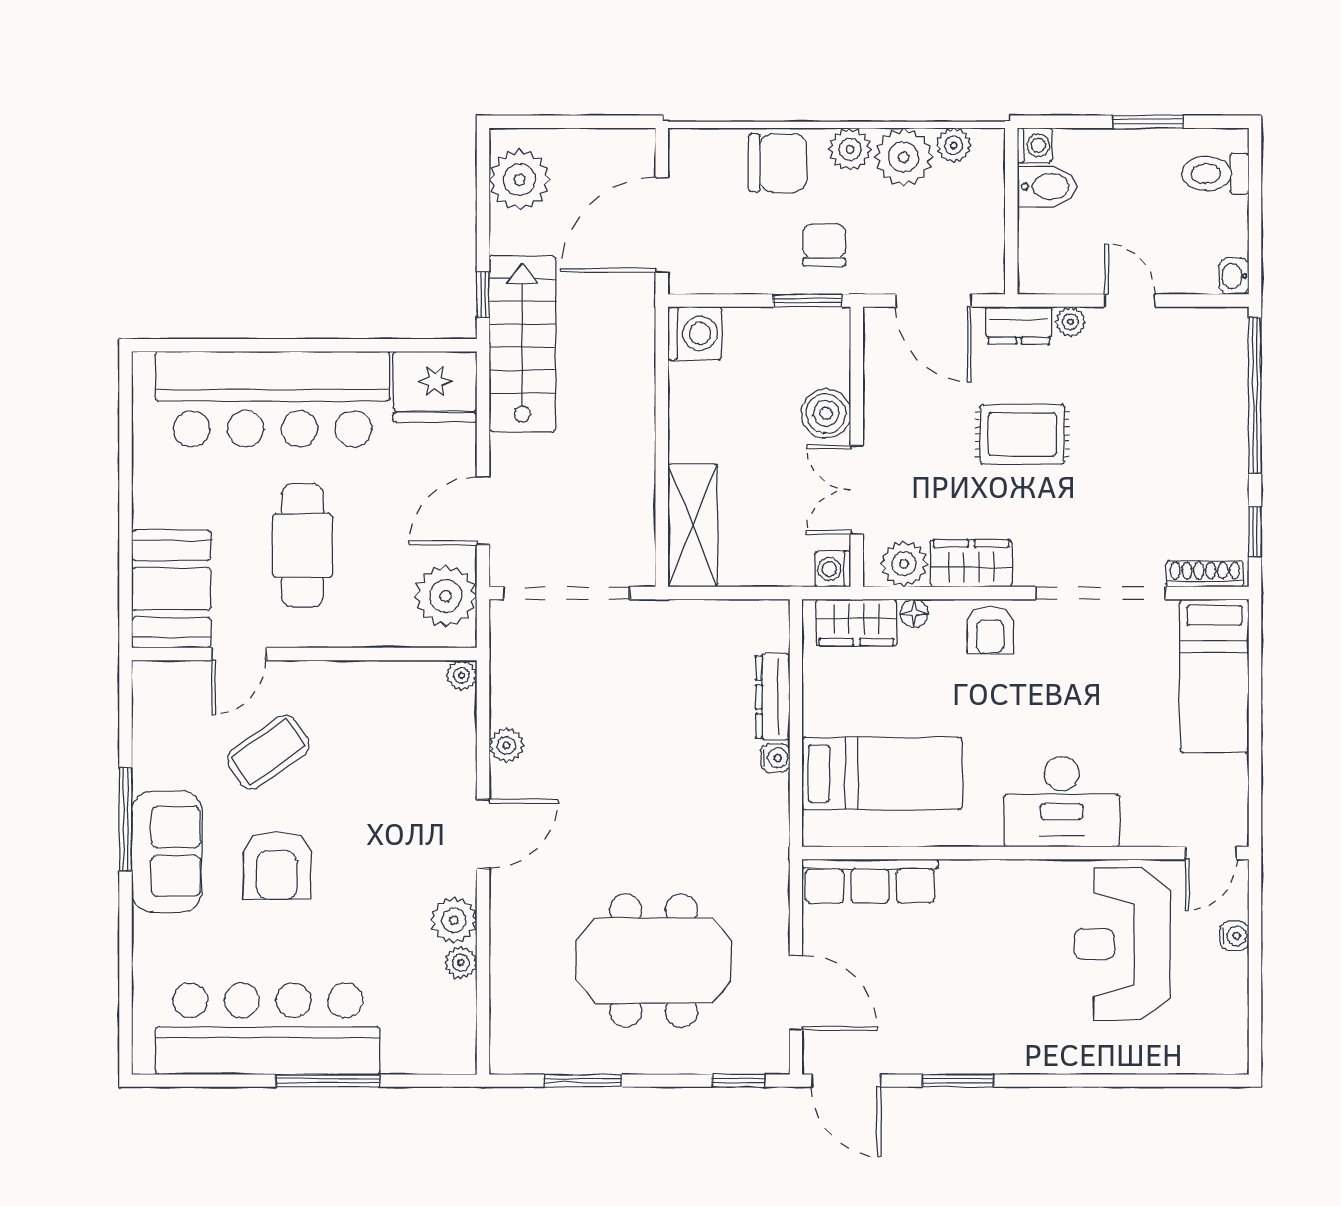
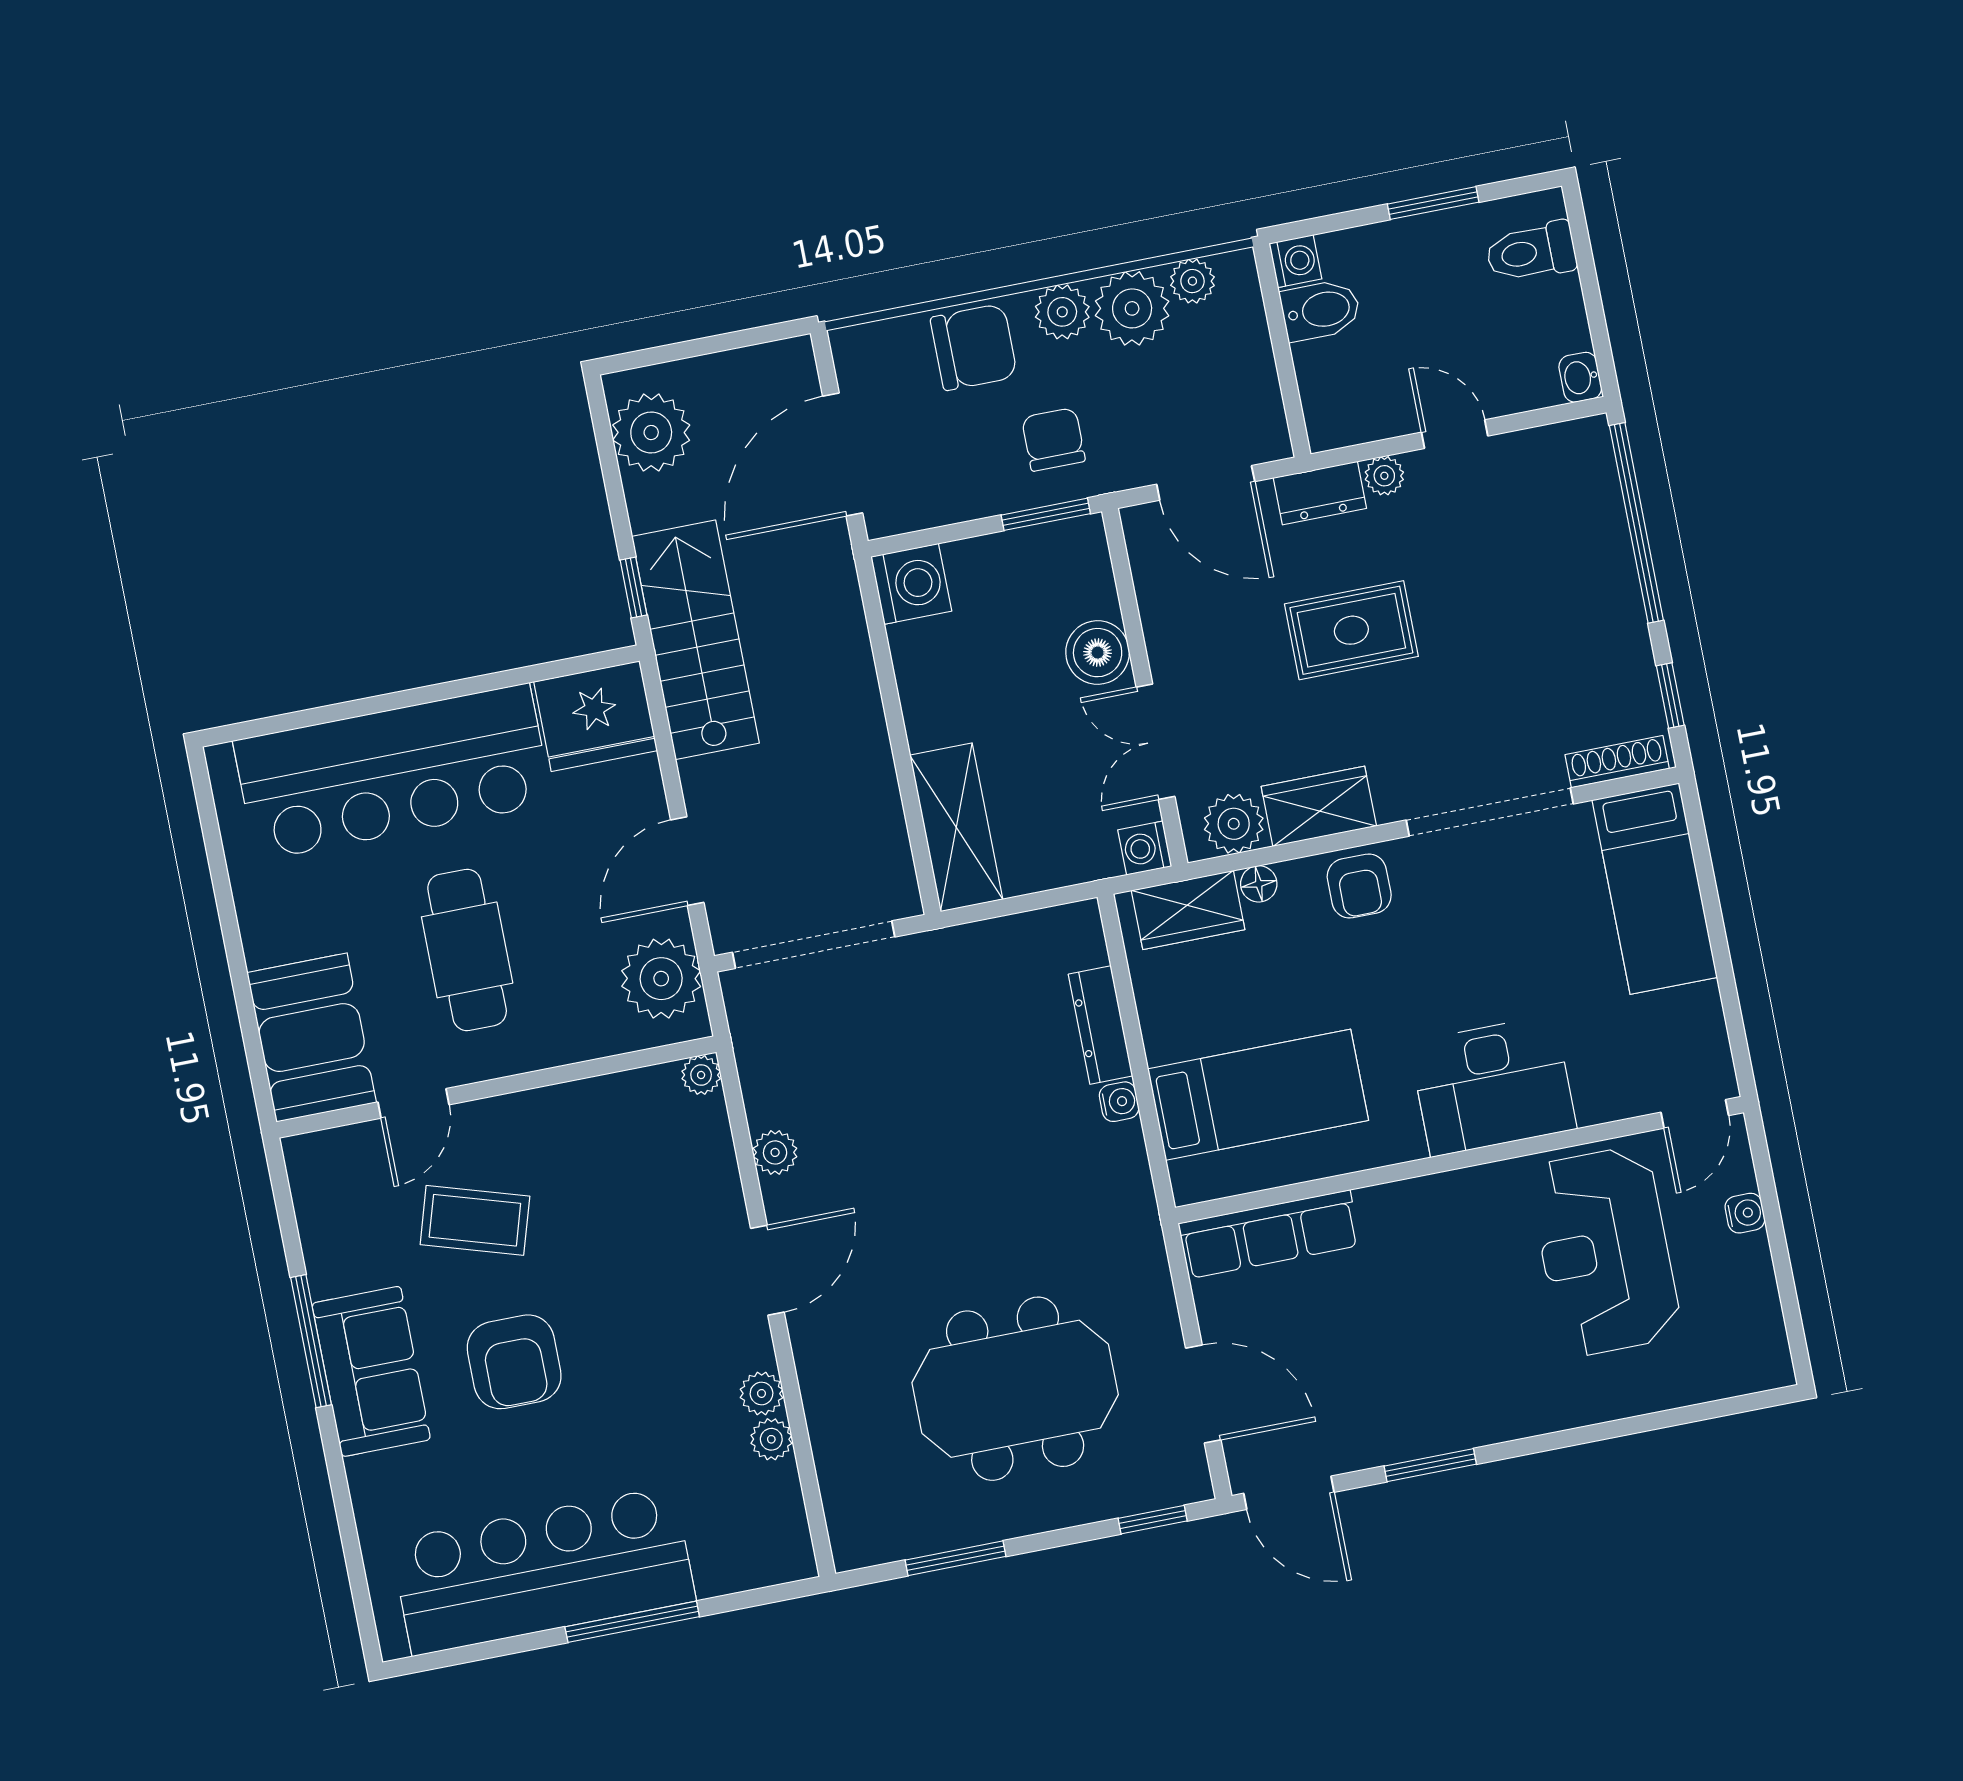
coffee table: (268, 752) -> (475, 1220), turned 52
plant: (454, 920) -> (761, 1393), width x0.73, depth x0.73

